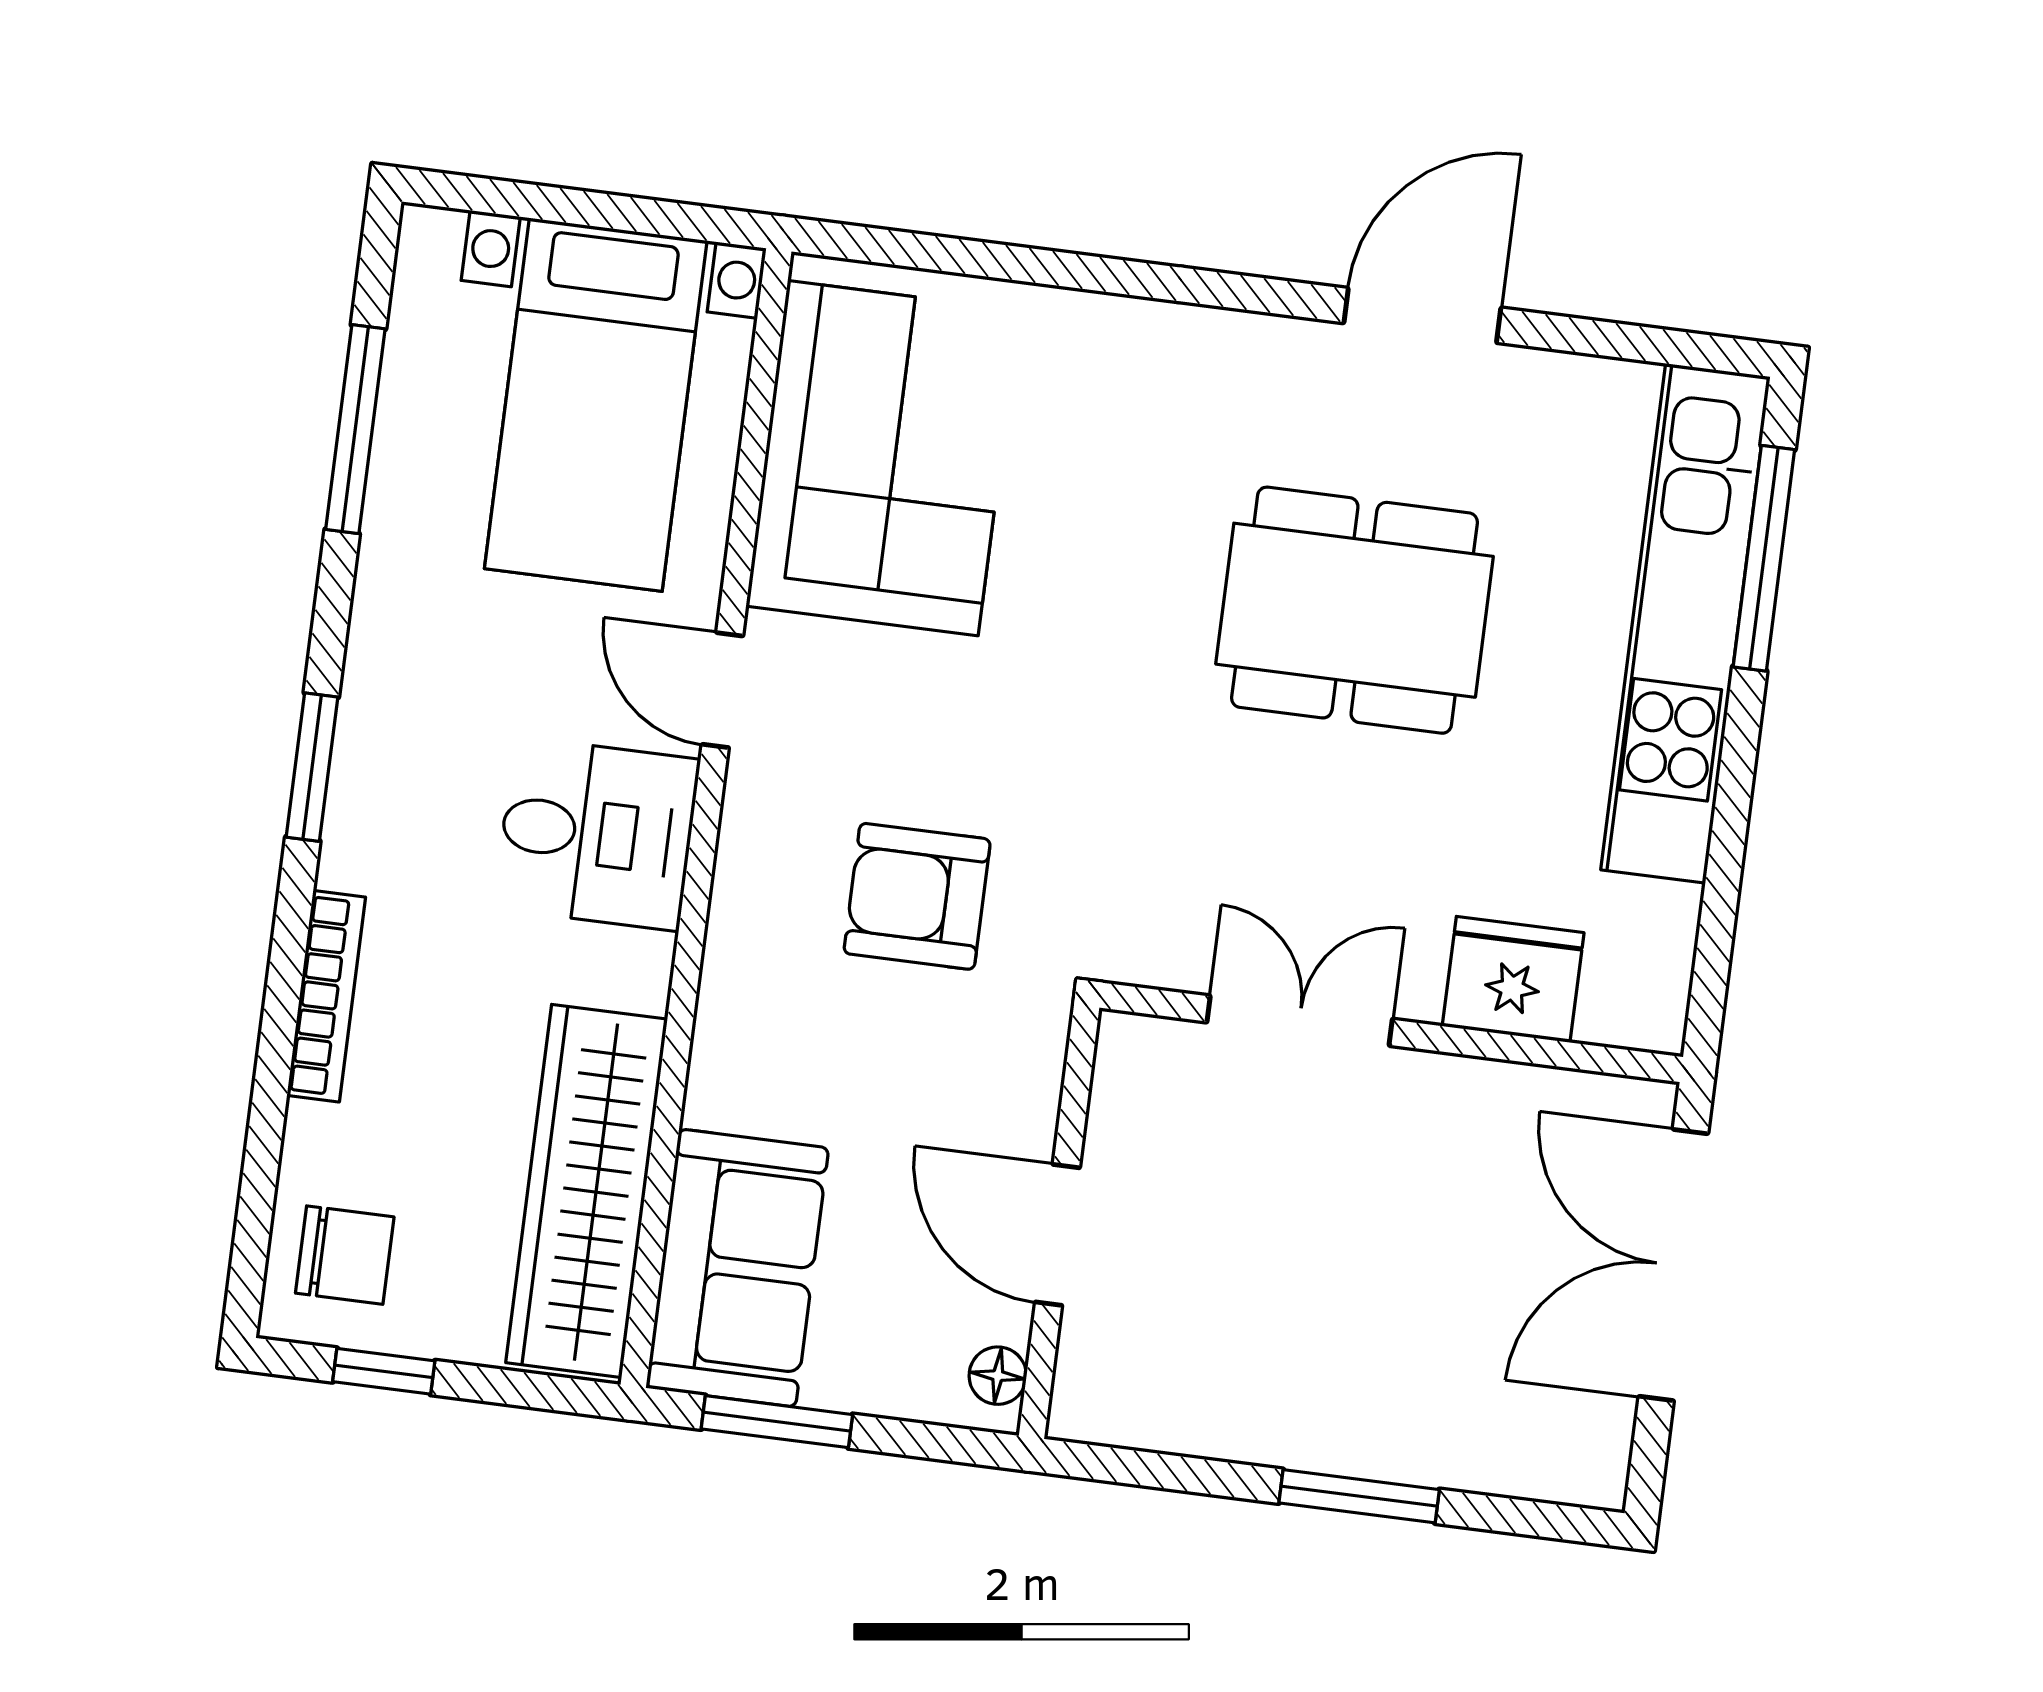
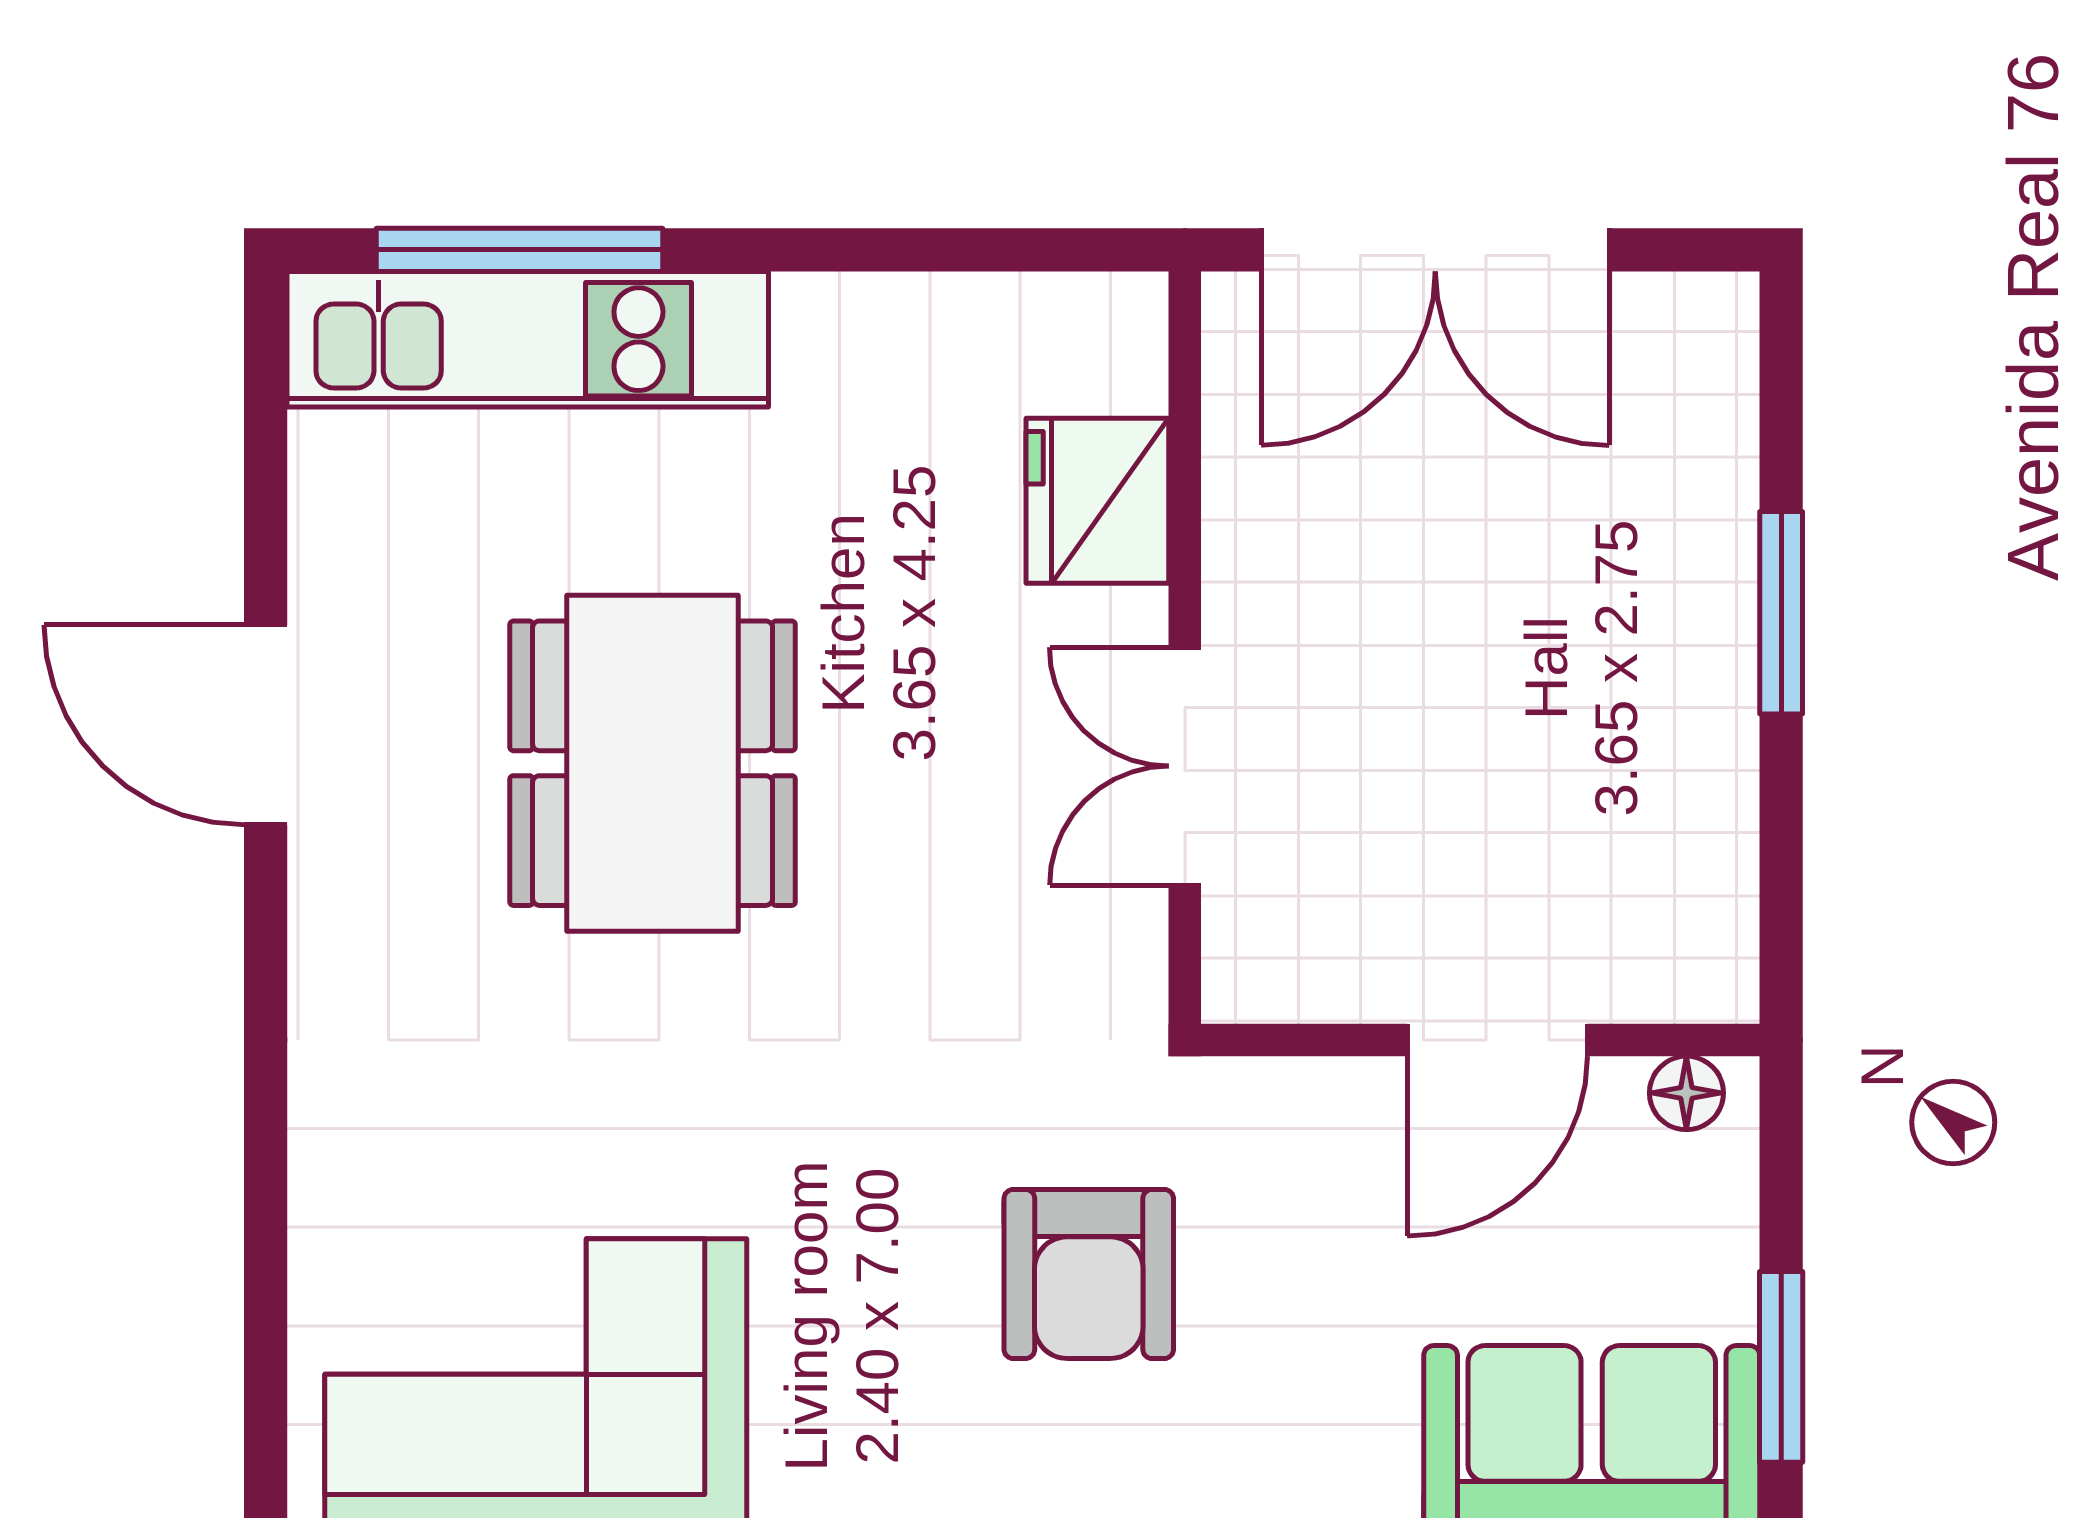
kitchen unit: (1685, 623) -> (528, 339), width x0.73

